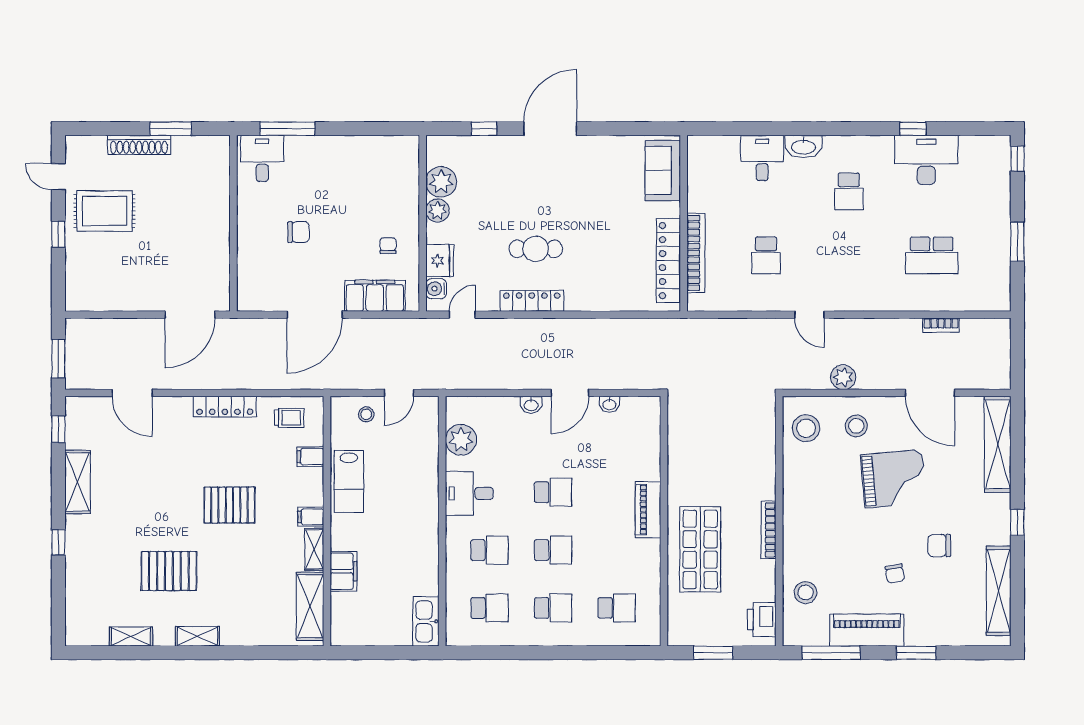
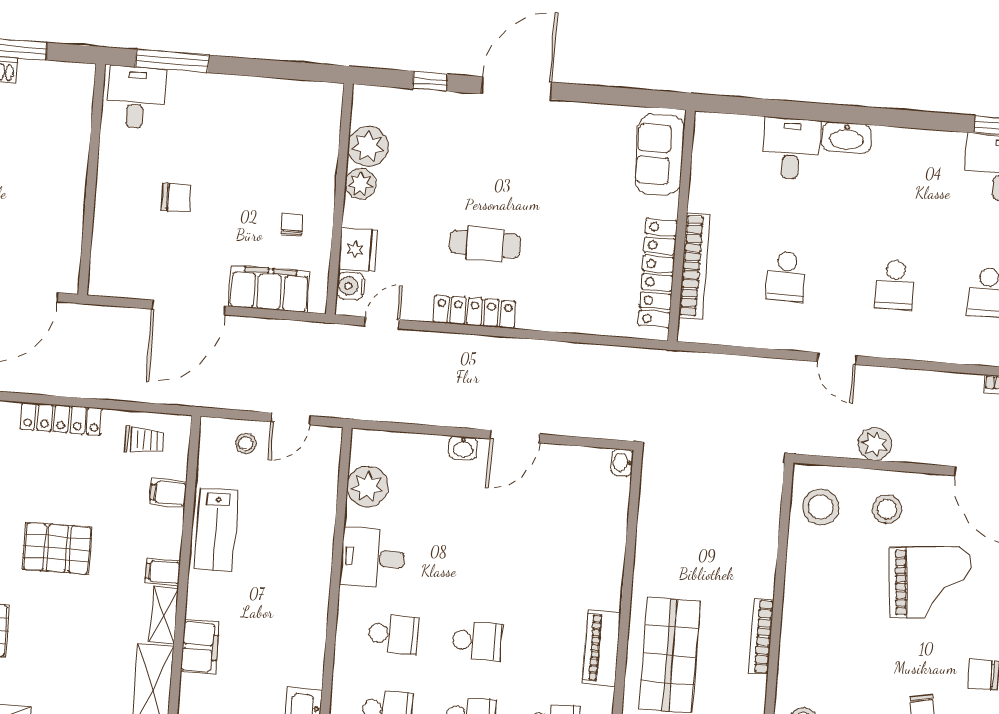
school desk: (849, 191) -> (895, 285), moved
washbasin: (609, 404) -> (622, 462), moved, turned 90
school desk: (553, 492) -> (483, 565), removed
piano: (648, 510) -> (601, 648), moved

